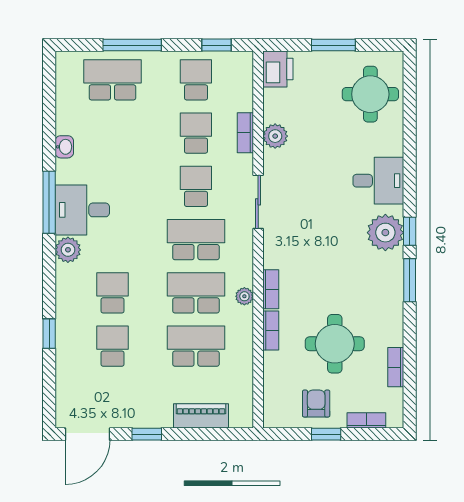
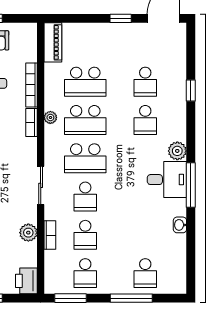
window: (217, 45) -> (70, 298), width x1.50
school desk: (112, 80) -> (145, 273), width x0.54
bookcase: (271, 330) -> (32, 85), width x1.56
piano: (201, 416) -> (53, 42), moved, turned -90

